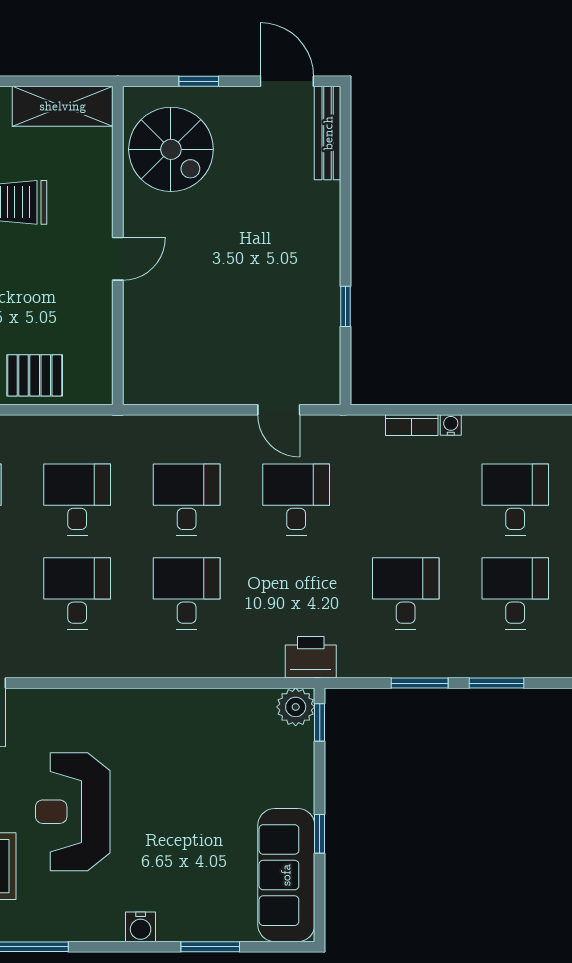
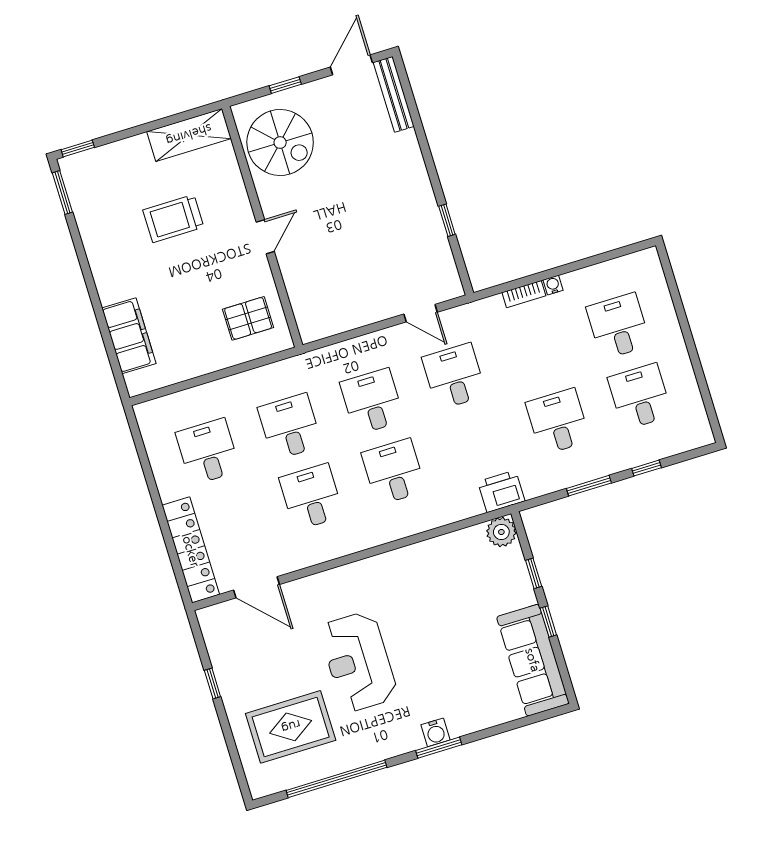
door: (287, 81) -> (351, 65), hinge flipped
pallet: (35, 375) -> (248, 318), moved
window: (497, 683) -> (647, 468), width x0.67
window: (320, 722) -> (534, 573), moved
window: (210, 947) -> (439, 748), moved

